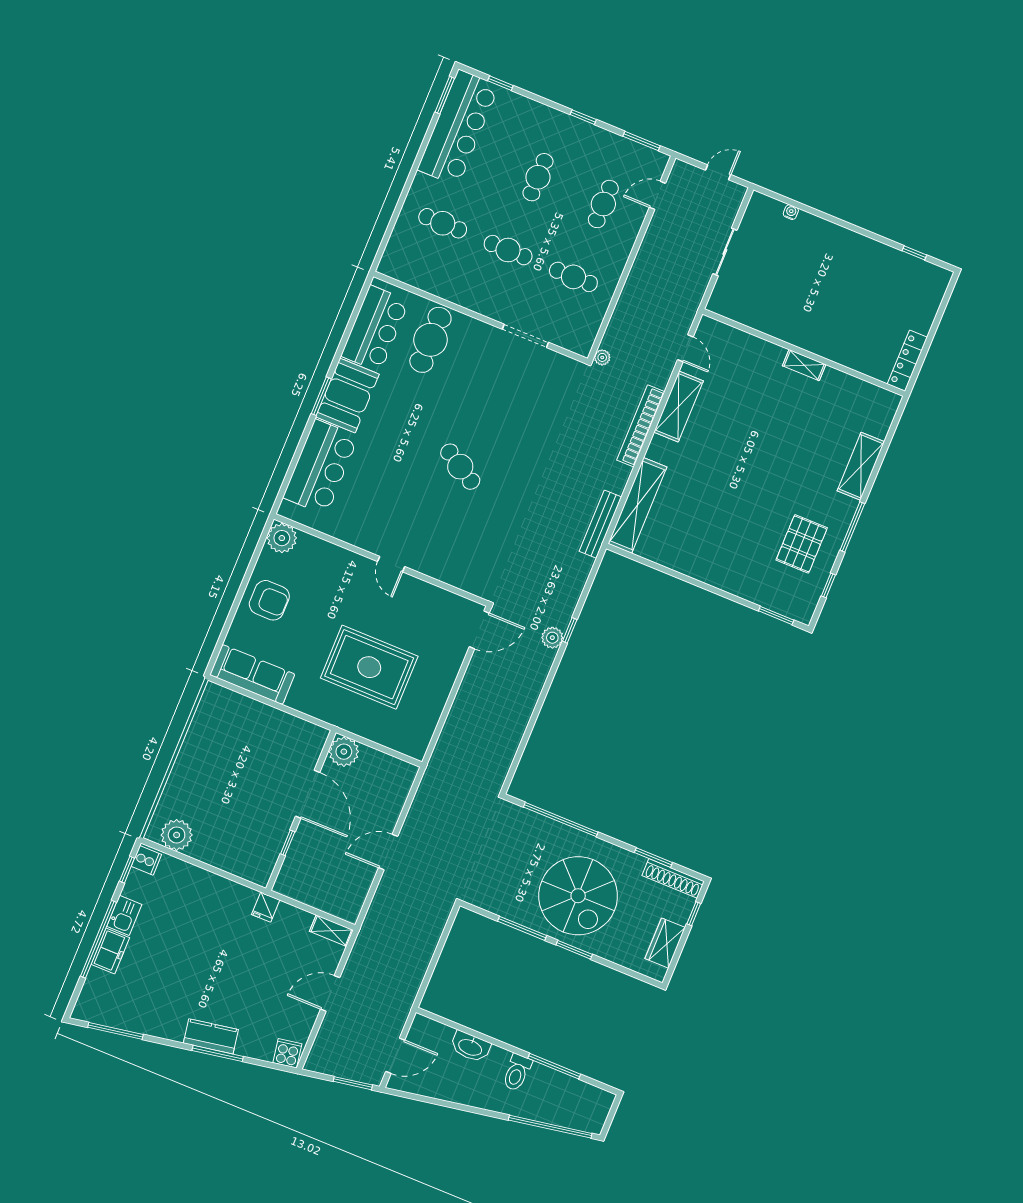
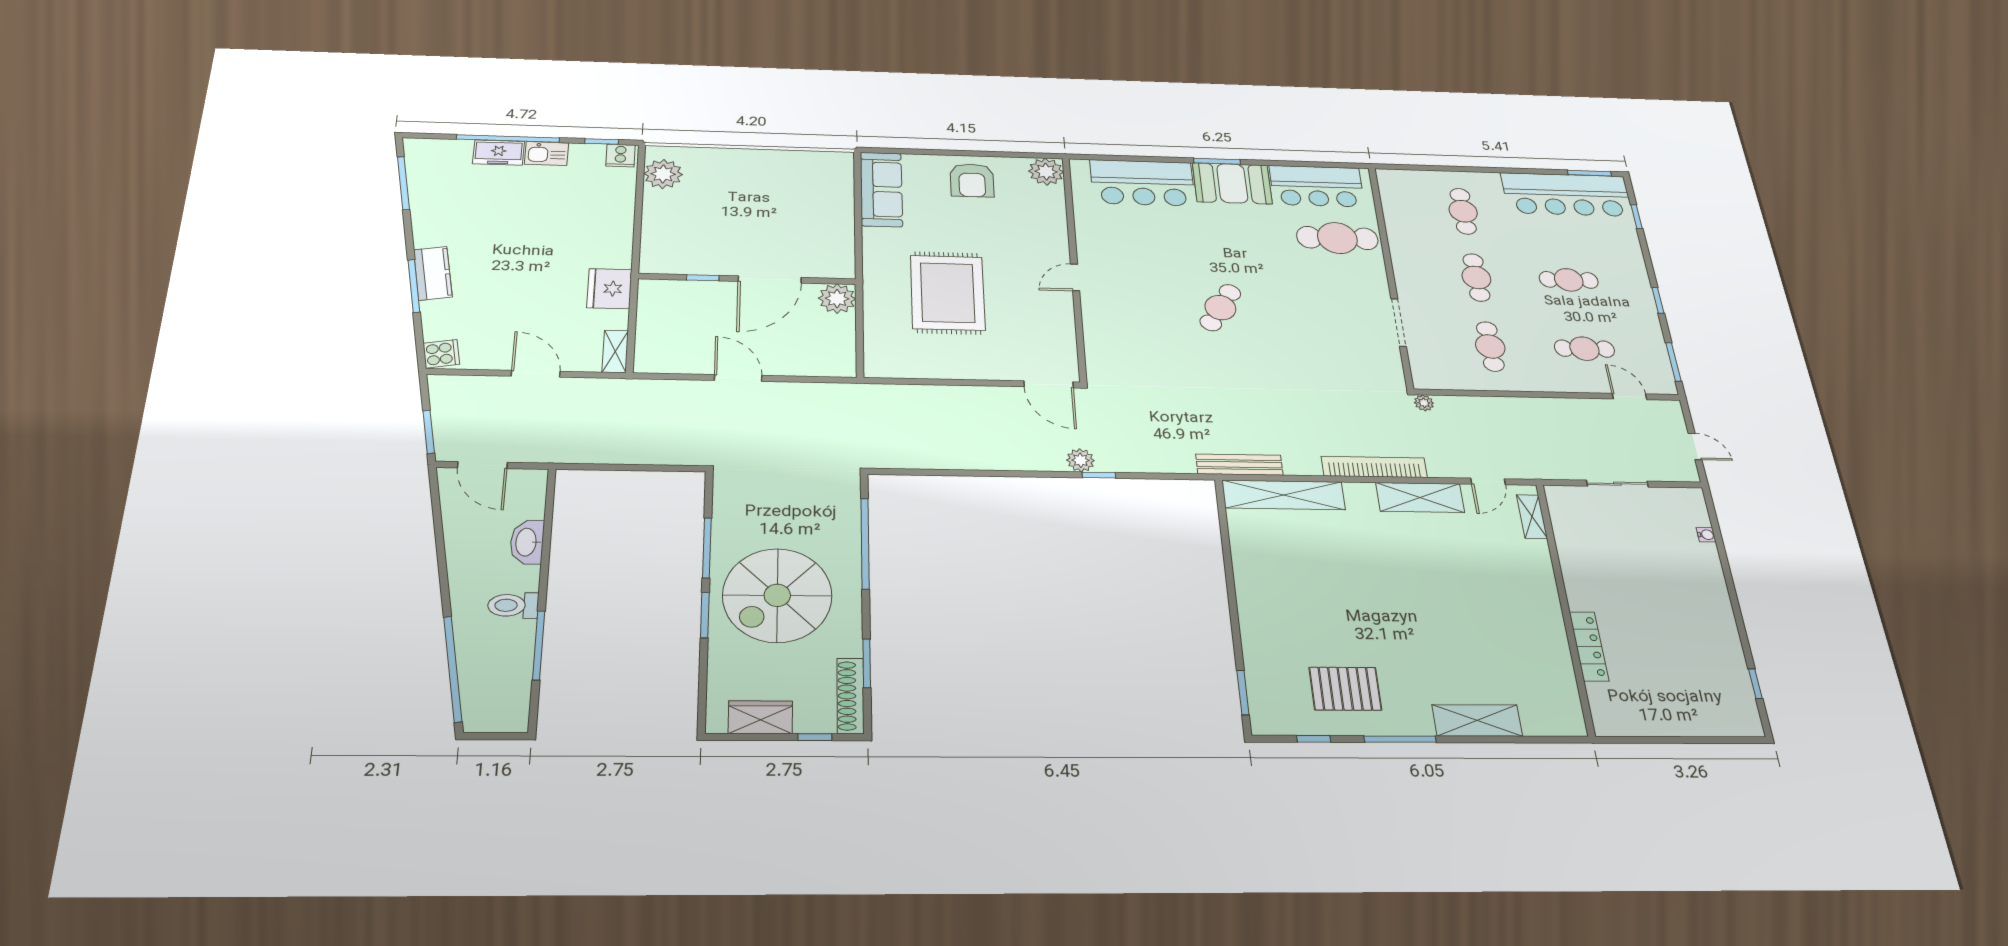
locker: (907, 361) -> (1589, 646), moved, turned 90
shelving: (804, 365) -> (1532, 517), moved
fridge: (266, 907) -> (609, 289), width x1.88, depth x1.34

